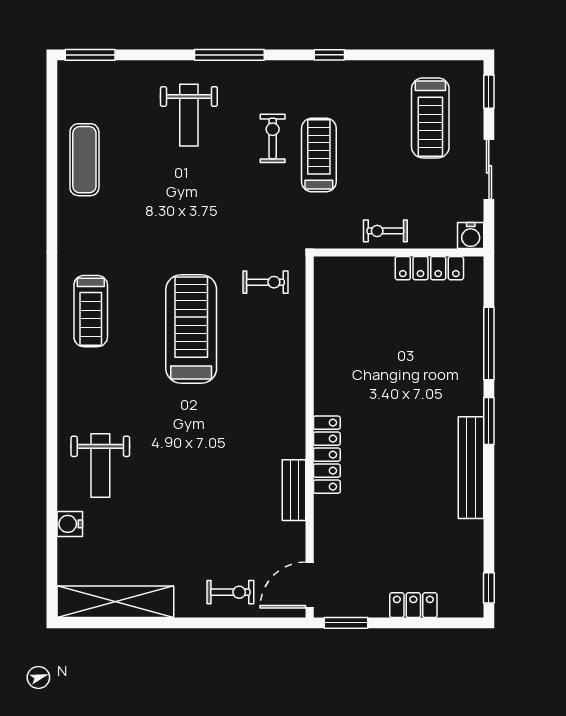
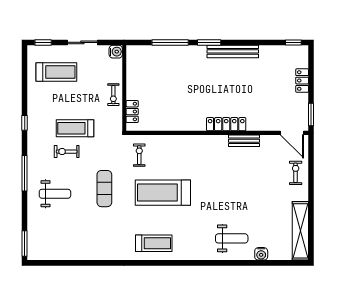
exercise mat: (84, 160) -> (104, 189), moved, turned 90
locker: (429, 268) -> (132, 112), moved, width x0.66

